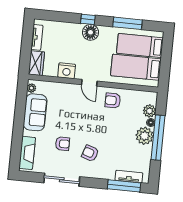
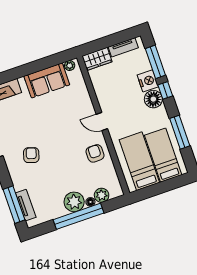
window: (61, 17) -> (155, 62), added
nightstand: (67, 71) -> (148, 81), moved, turned 180
door: (89, 83) -> (102, 121), hinge flipped
armchair: (62, 144) -> (28, 123), removed

